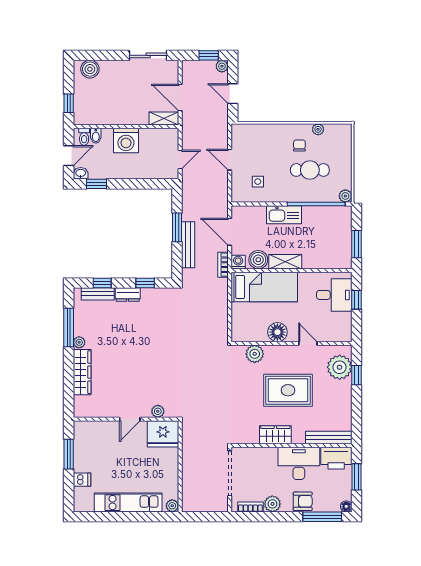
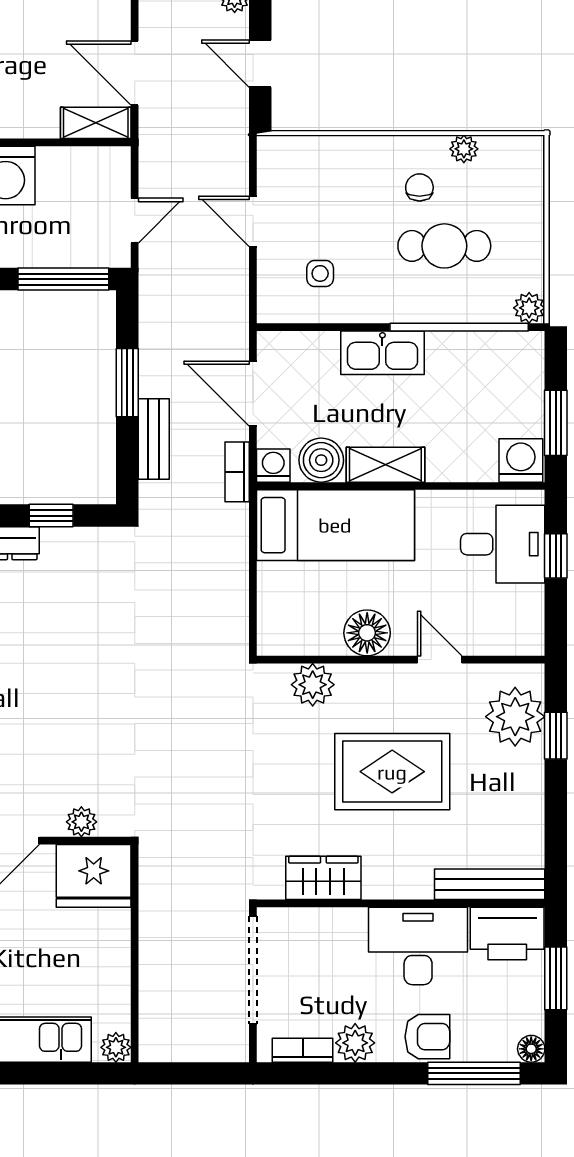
window: (150, 184) -> (63, 279), added
bench: (188, 245) -> (154, 439), width x0.73
washing machine: (342, 260) -> (521, 460), added
wardrobe: (275, 435) -> (323, 878), moved

